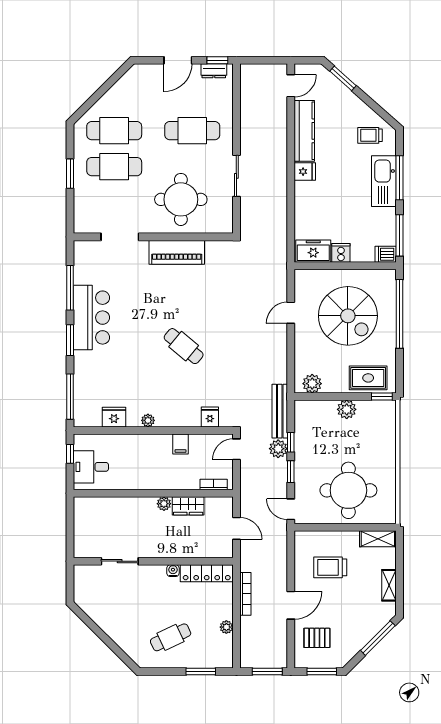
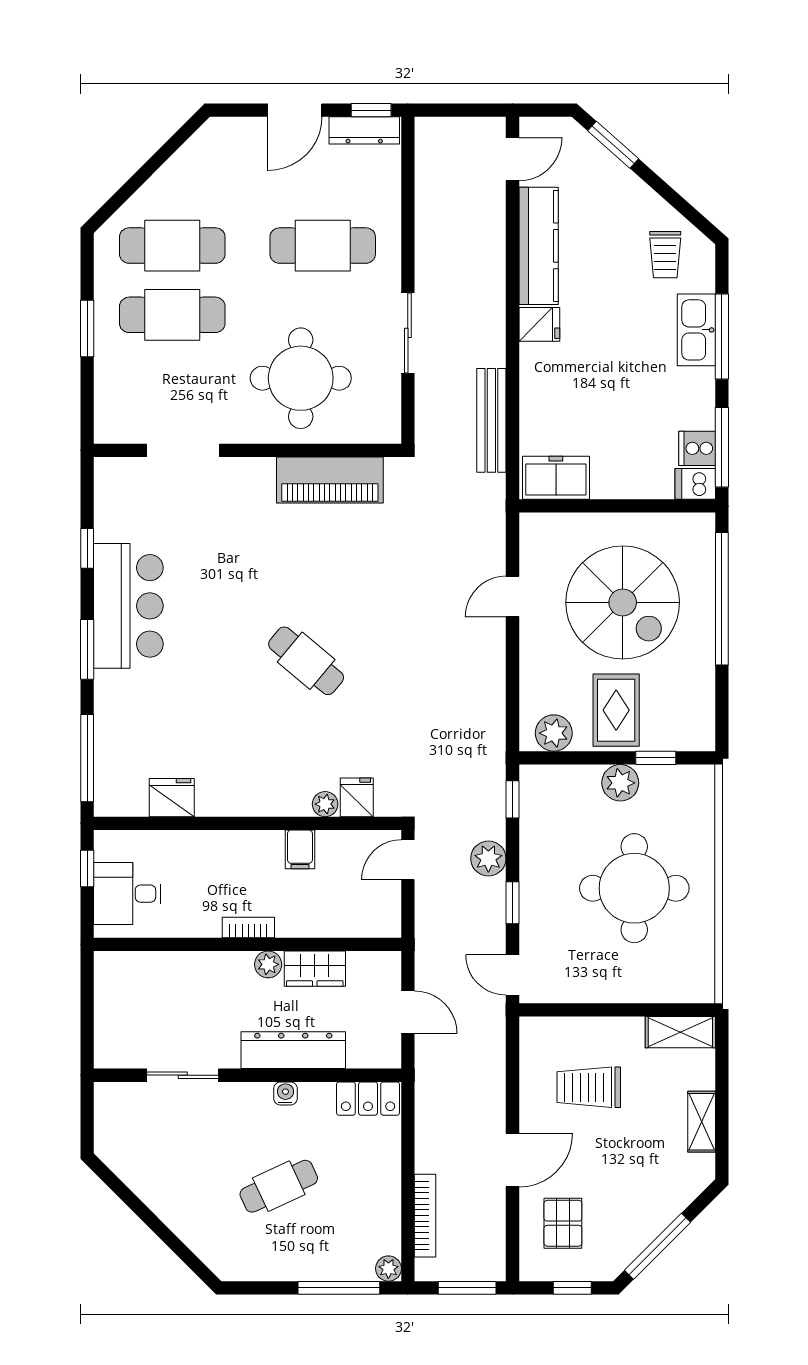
dresser: (214, 71) -> (364, 130), width x1.44
trolley: (370, 135) -> (665, 255), turned -90
kitchen sink: (384, 181) -> (696, 330), width x0.73, depth x0.81
piano: (177, 252) -> (330, 480), moved
cooker: (341, 253) -> (697, 448), moved, turned -90
window: (70, 288) -> (87, 548), width x0.46
rug: (368, 378) -> (616, 710), moved, turned 90
window: (382, 396) -> (656, 758), moved
bench: (280, 411) -> (491, 420), moved
plant: (148, 420) -> (325, 804), moved
window: (291, 442) -> (513, 799), moved
bookcase: (214, 484) -> (248, 927), moved
round table: (348, 490) -> (634, 888), moved
dresser: (177, 548) -> (293, 1050), added
locker: (207, 573) -> (368, 1099), width x0.66
bookcase: (245, 594) -> (425, 1216), moved
plant: (226, 627) -> (388, 1269), moved
cafe table: (171, 637) -> (279, 1186), moved
pallet: (317, 638) -> (563, 1223), turned 90
window: (378, 638) -> (657, 1246), moved
window: (201, 672) -> (339, 1288), width x1.44
window: (322, 672) -> (572, 1288), width x0.67

